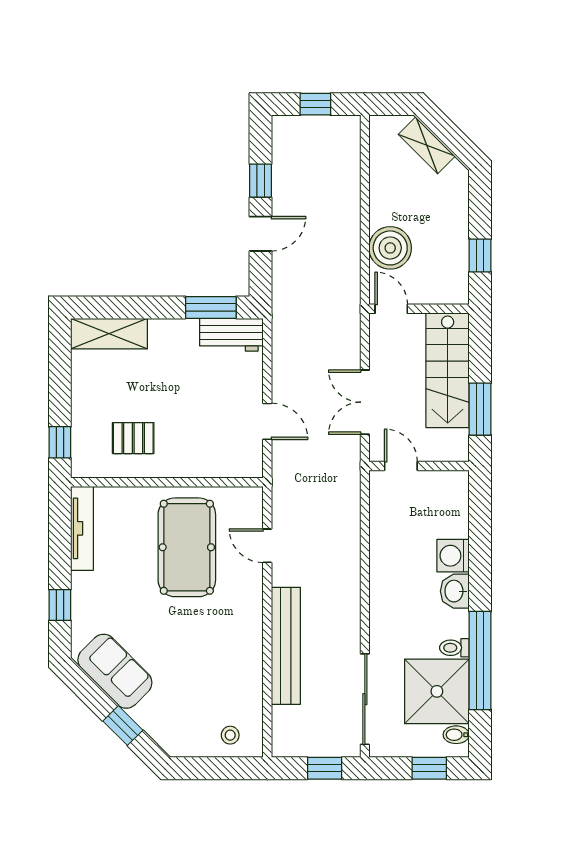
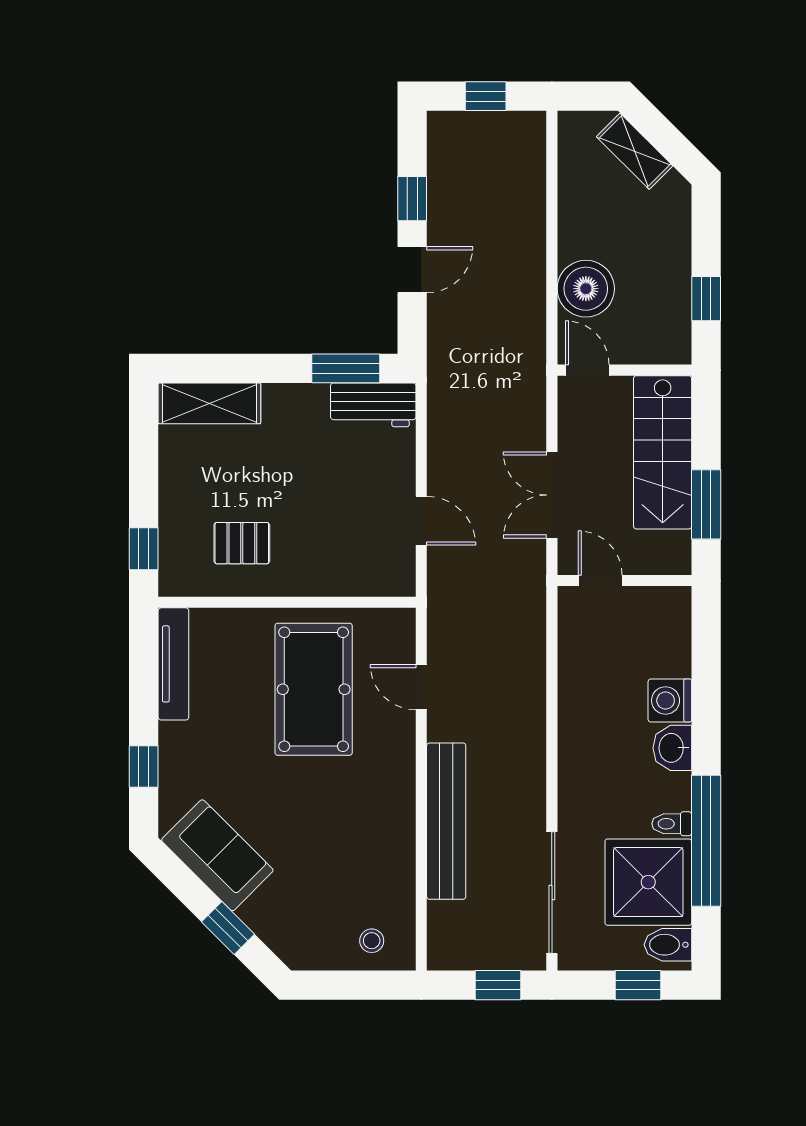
bidet: (456, 735) -> (668, 945), width x1.38, depth x1.36

